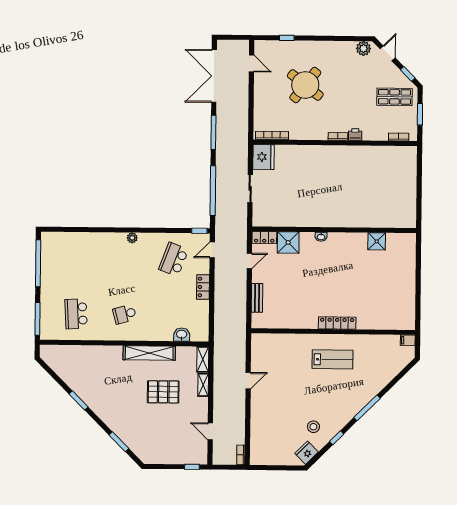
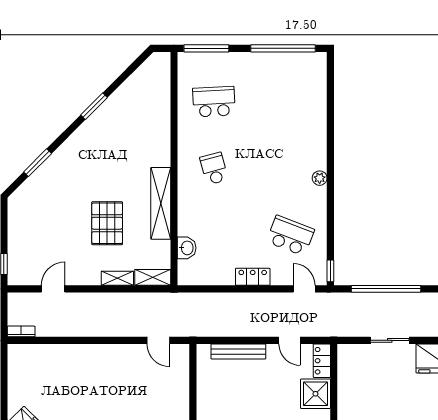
bench: (257, 298) -> (238, 352), width x1.36
door: (248, 381) -> (158, 340), moved

